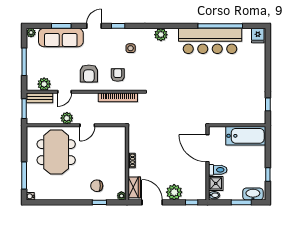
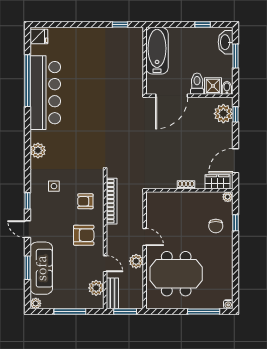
plant: (174, 192) -> (223, 114), moved

